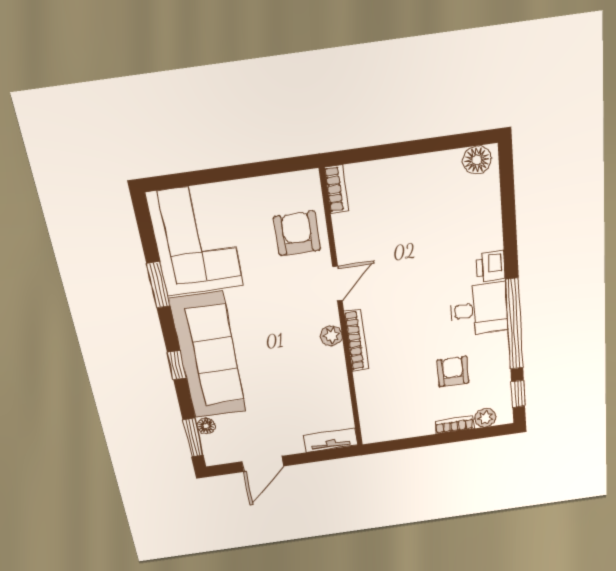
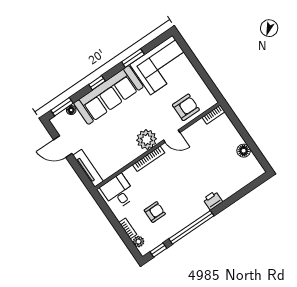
floor lamp: (477, 160) -> (244, 151), moved
desk: (479, 309) -> (118, 192), moved, turned 180
plant: (331, 336) -> (147, 139), width x1.87, depth x1.87
tv unit: (331, 440) -> (88, 168), width x1.41

